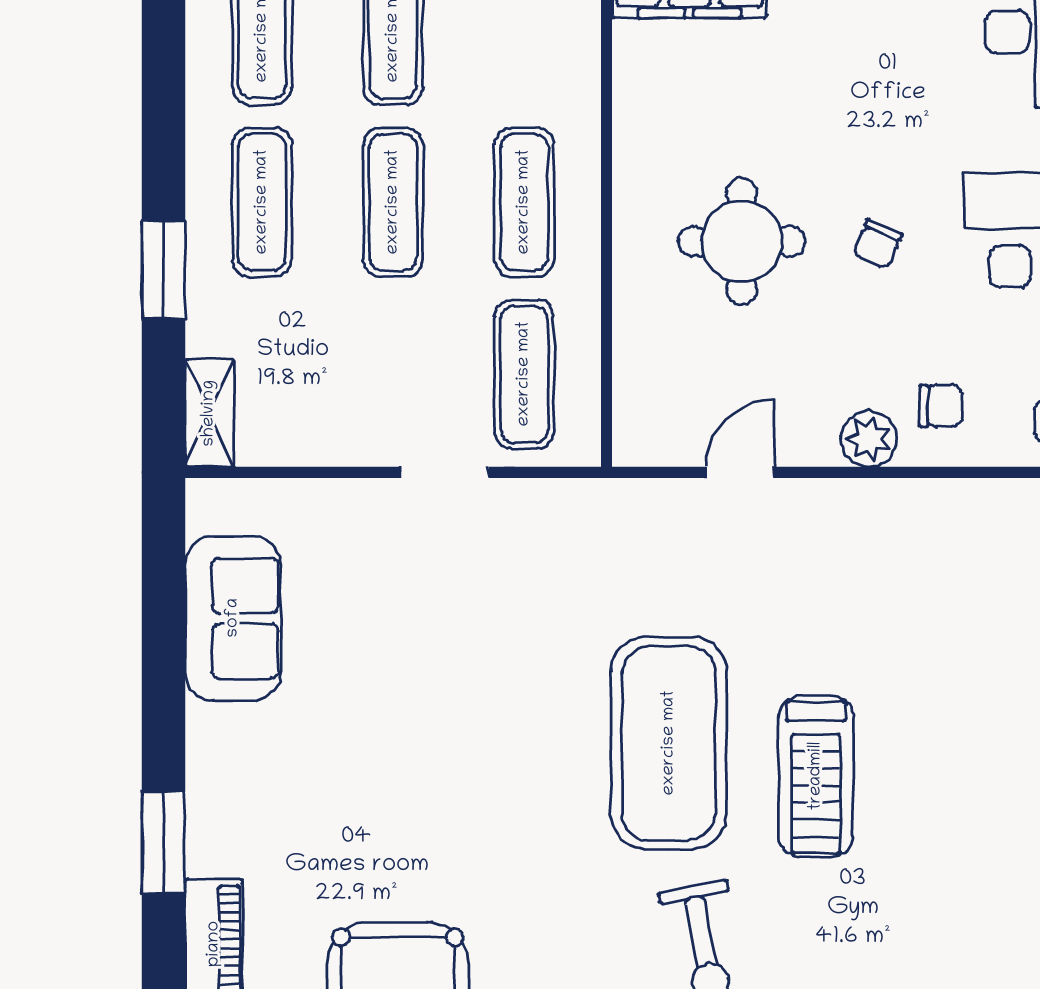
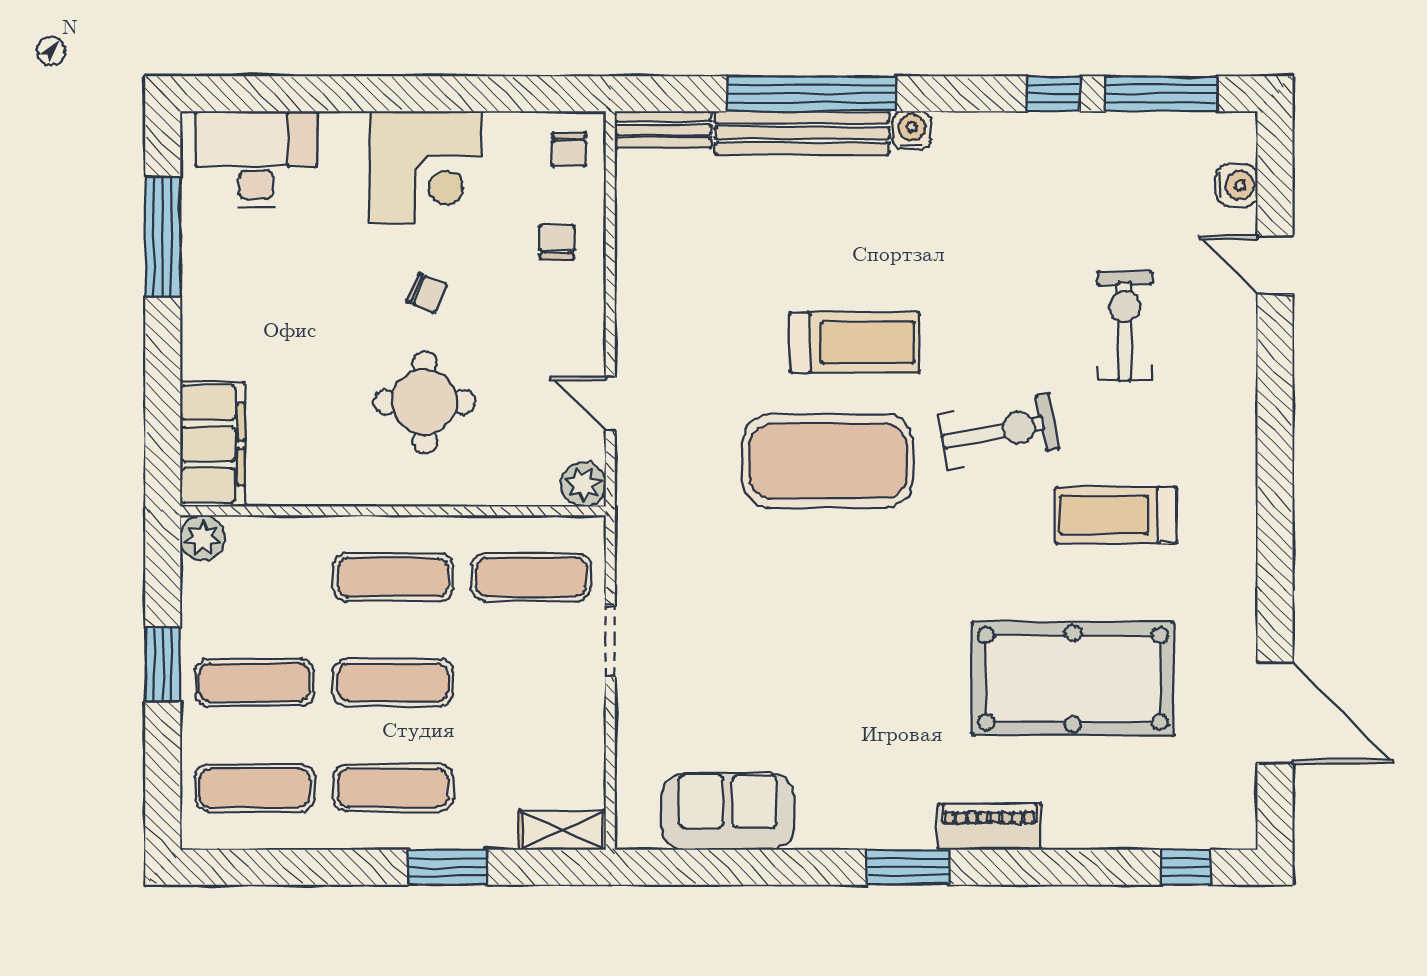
plant: (869, 439) -> (583, 484), moved

